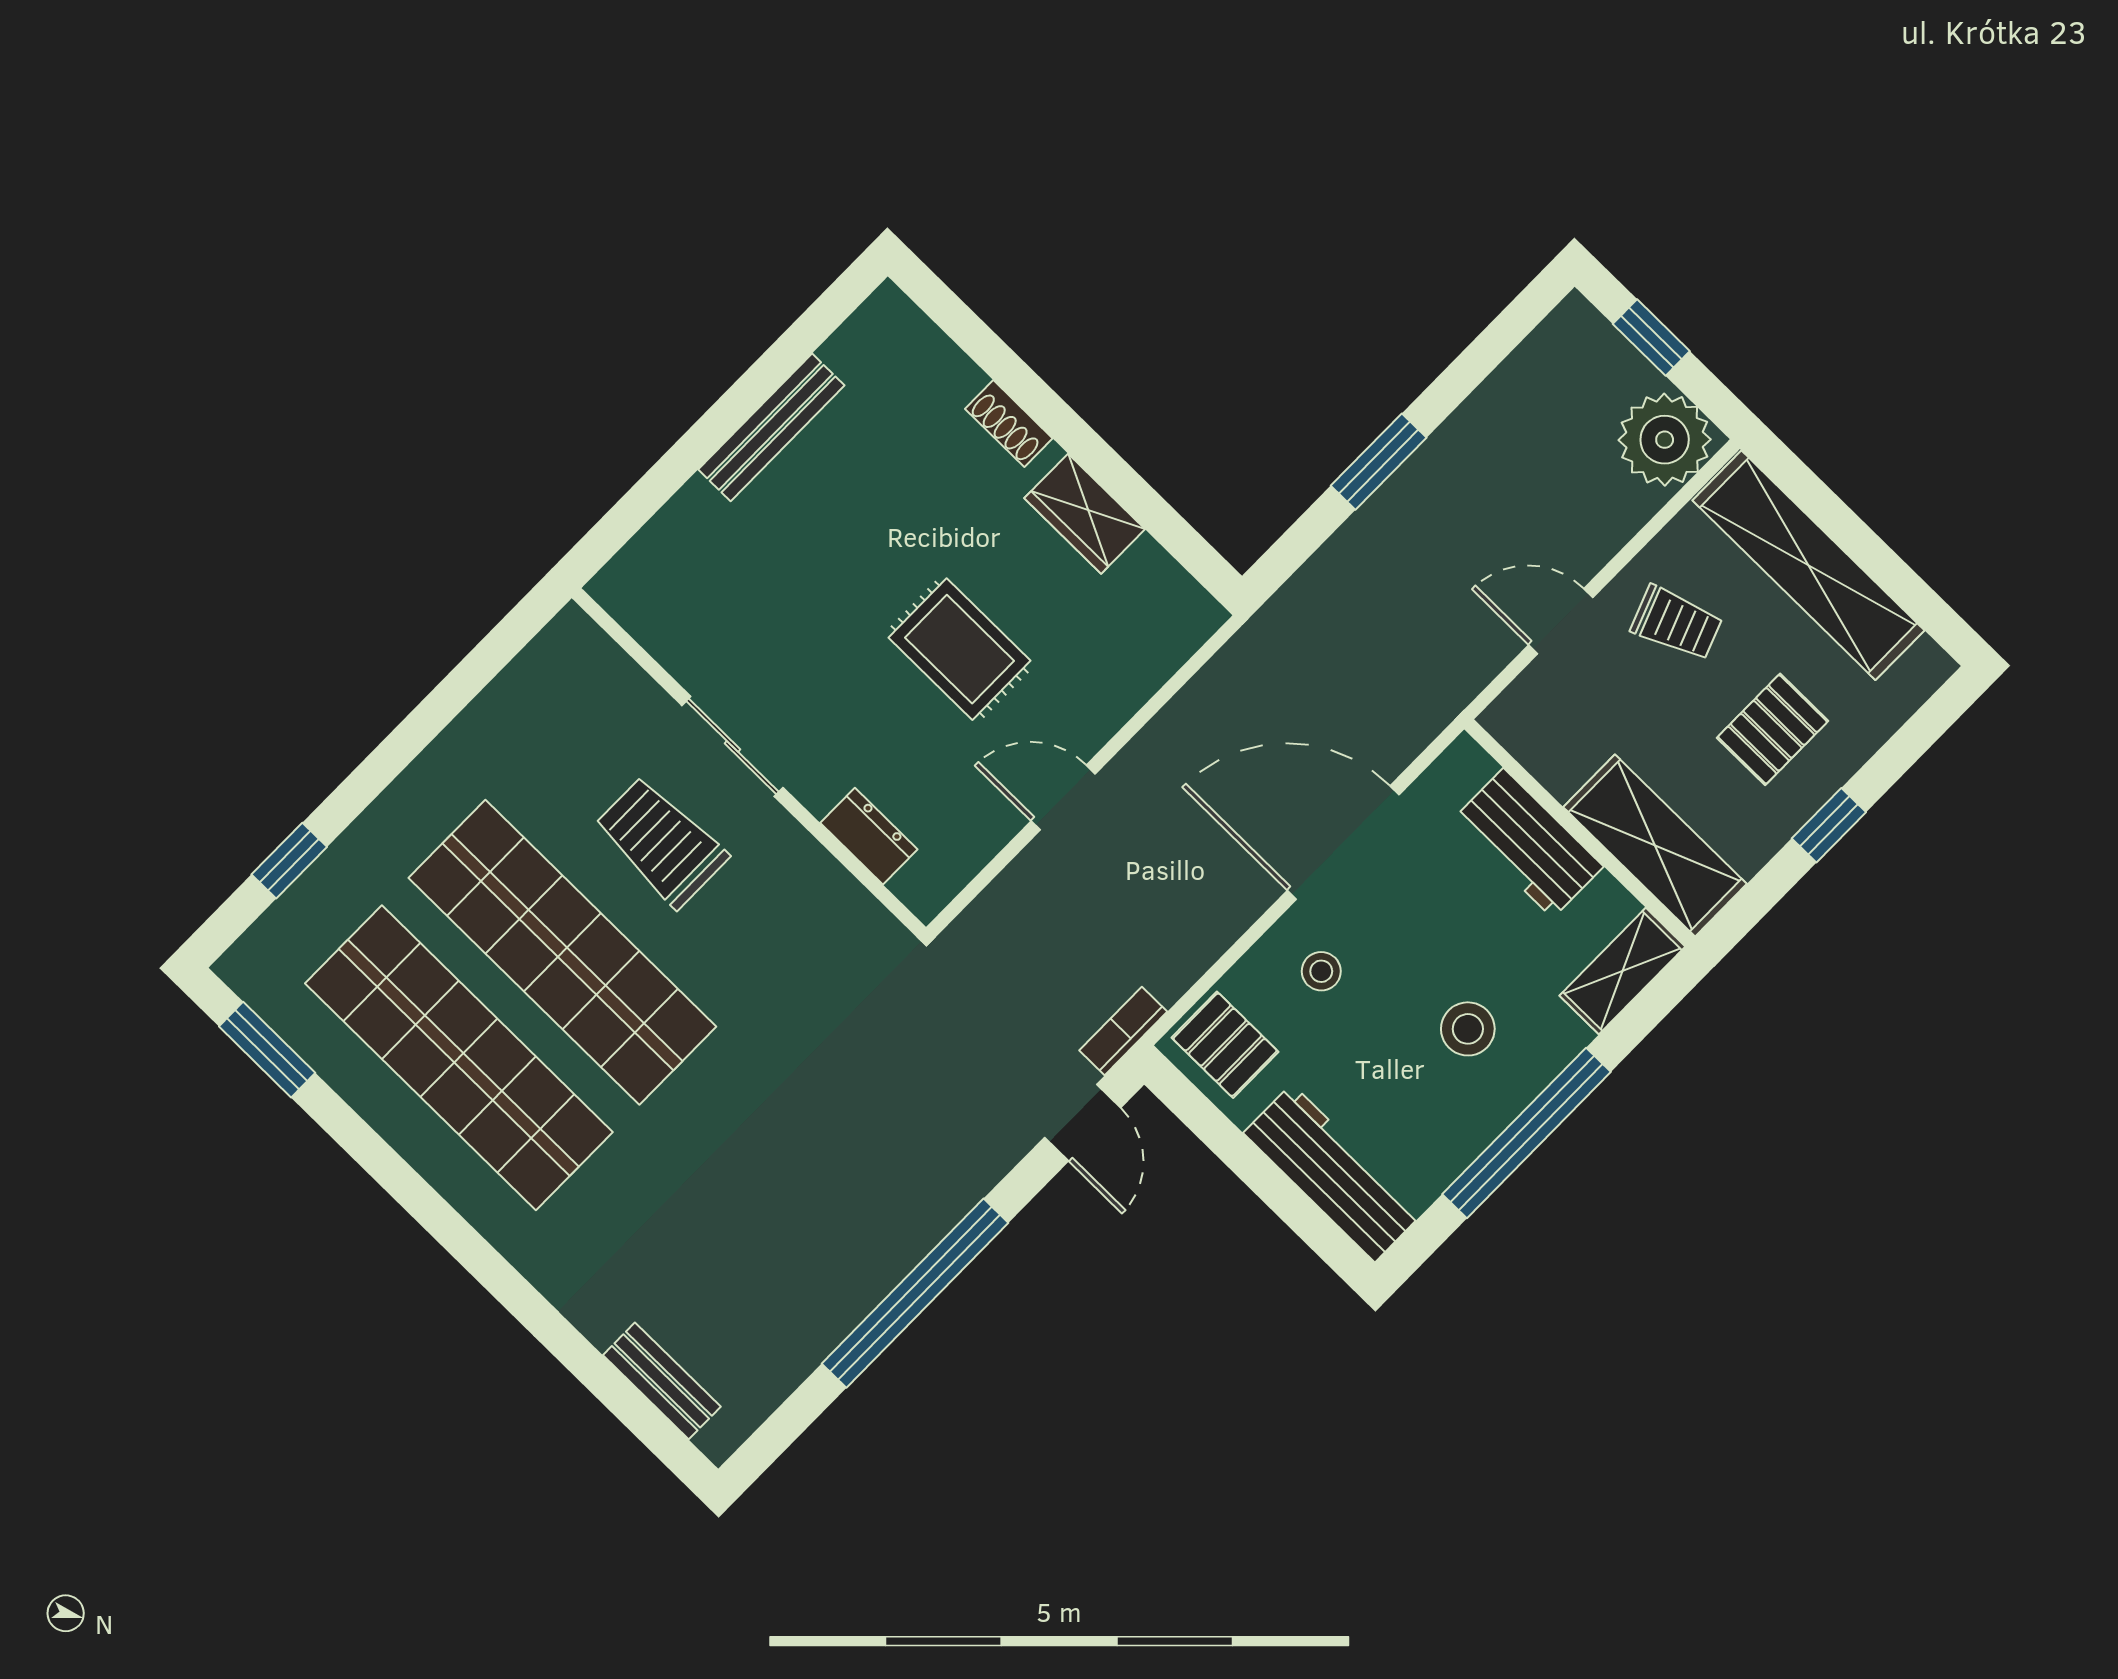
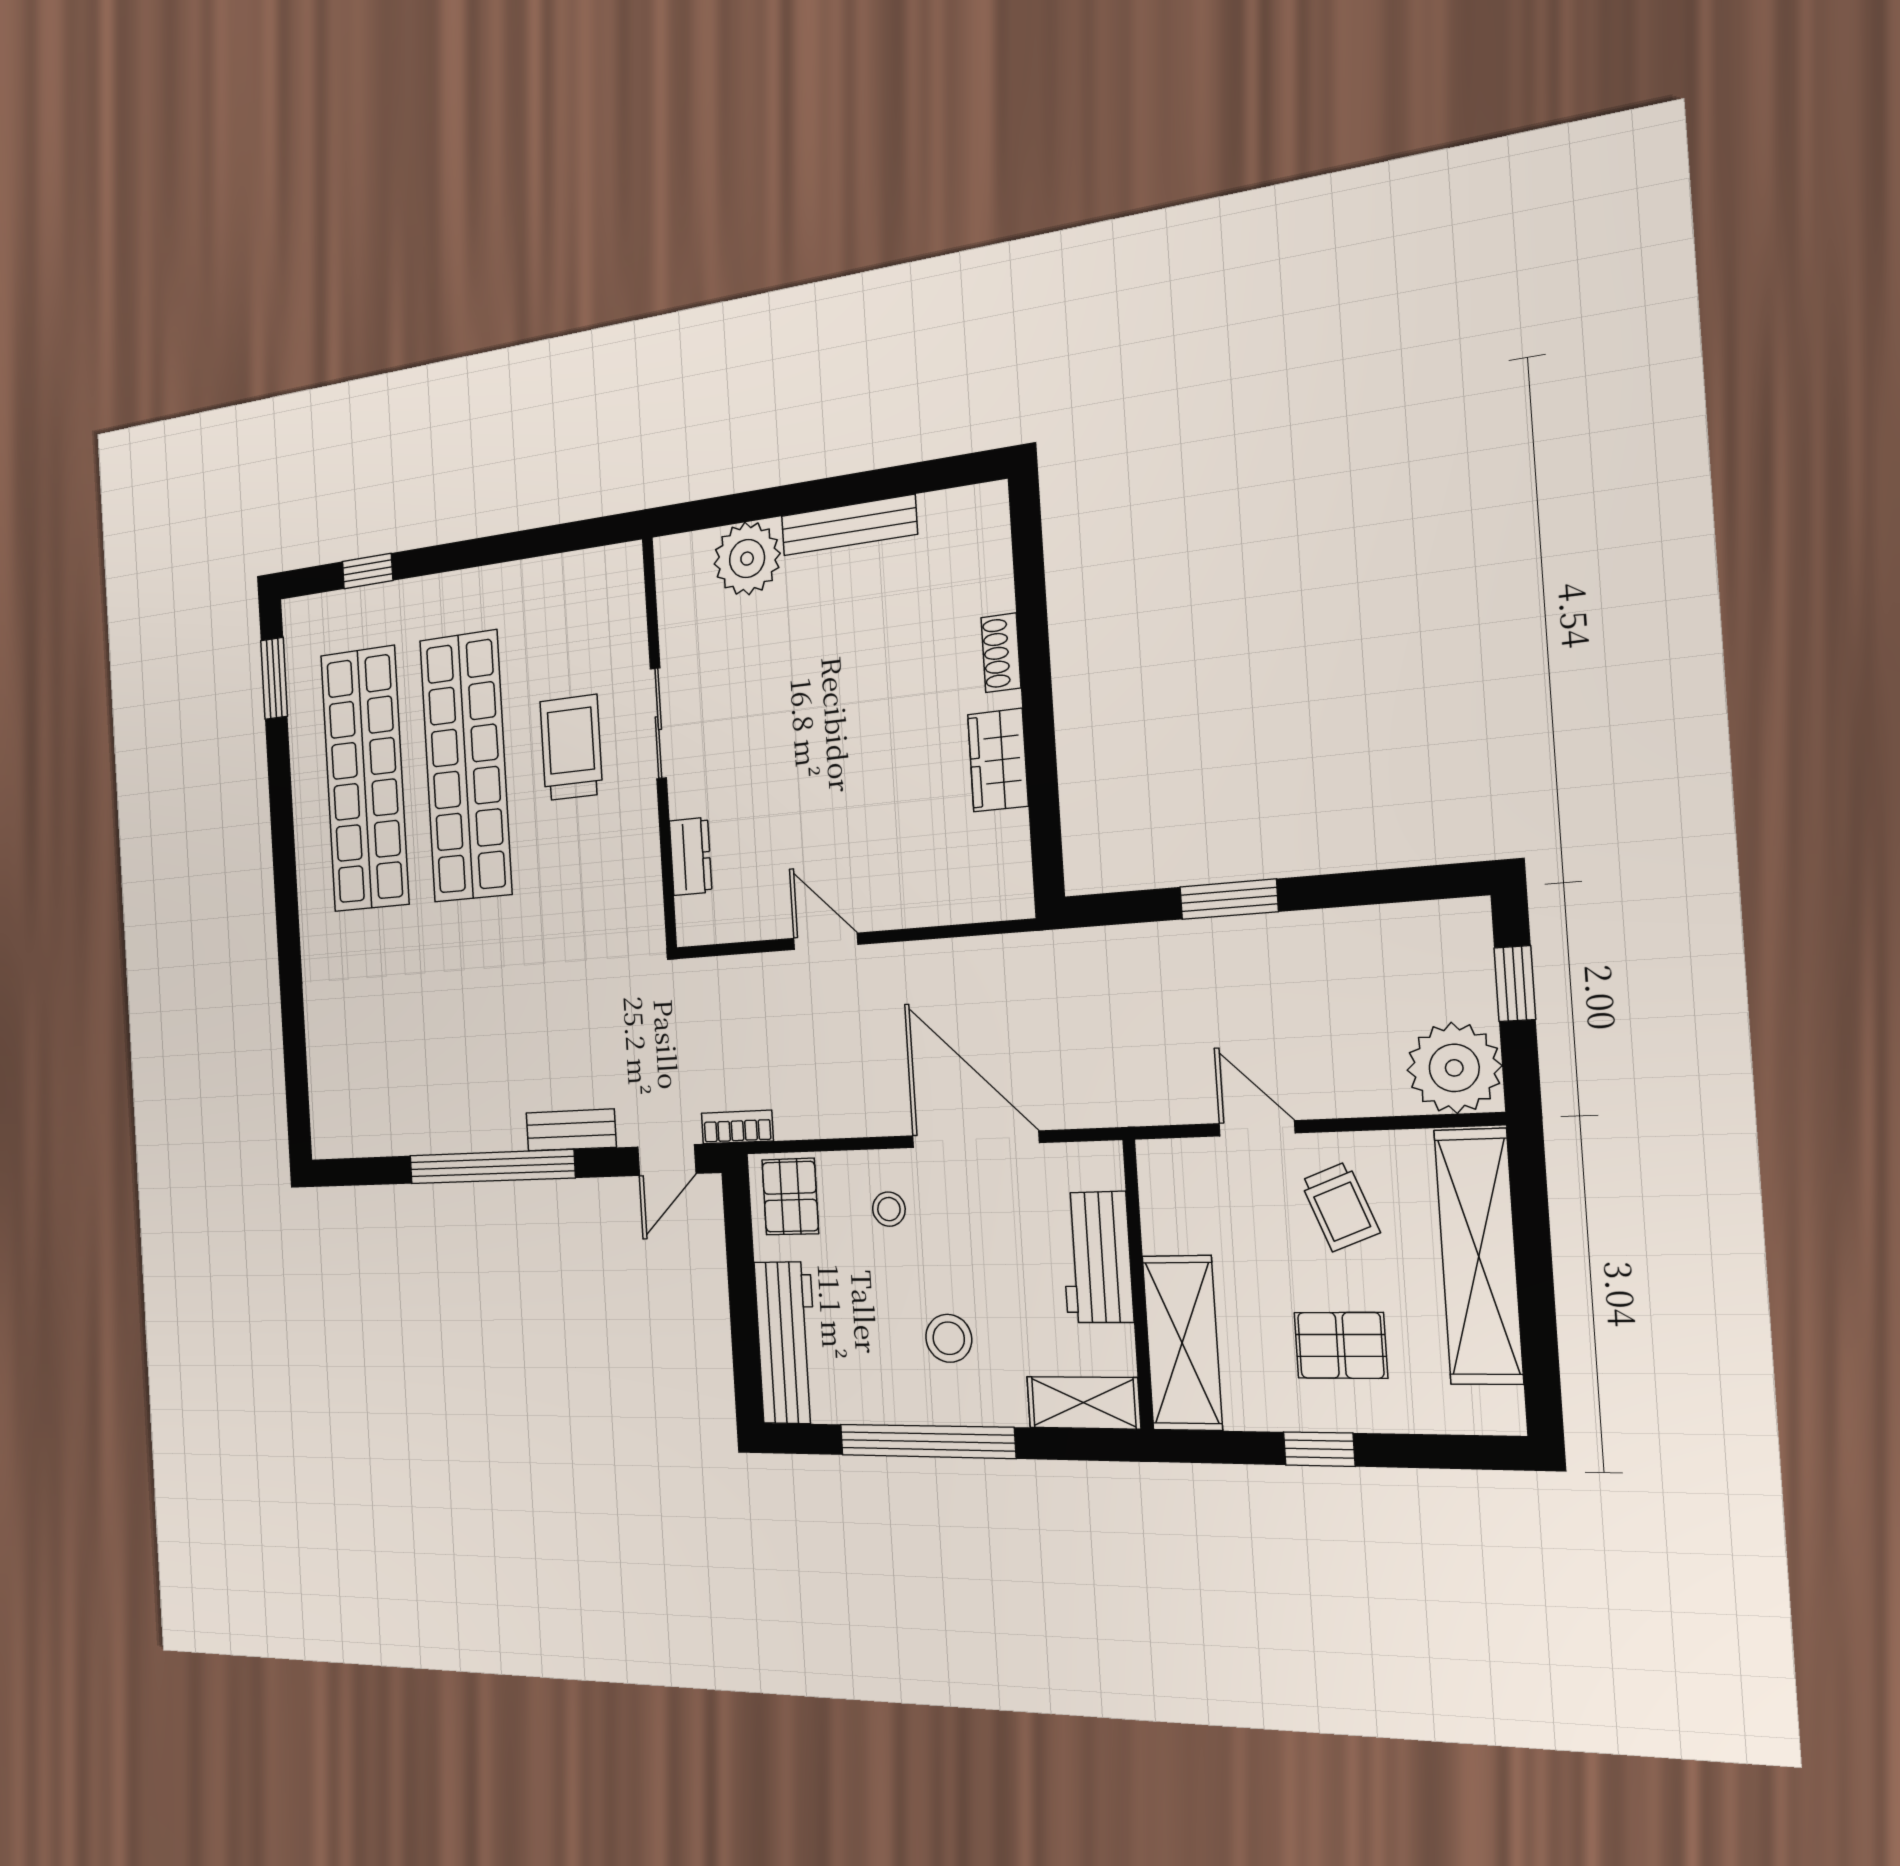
plant: (695, 532) -> (747, 559), added
rug: (959, 649) -> (843, 783), removed
bench: (662, 1381) -> (571, 1130), moved, turned 90

